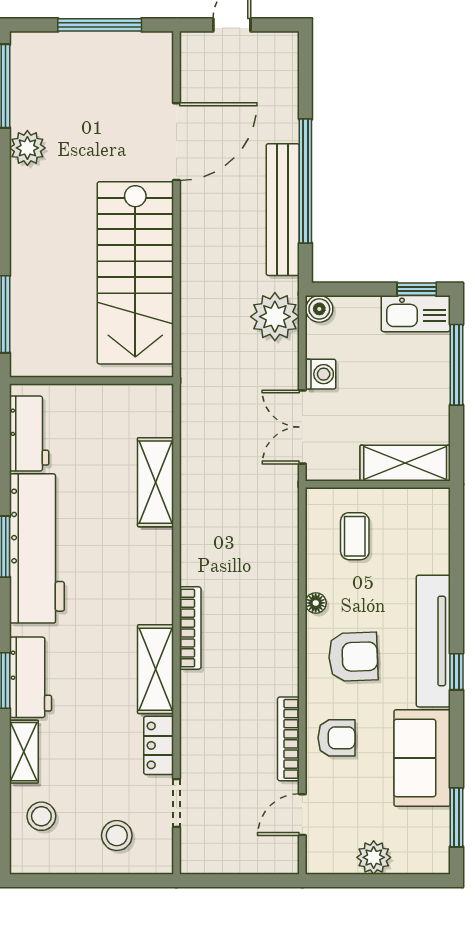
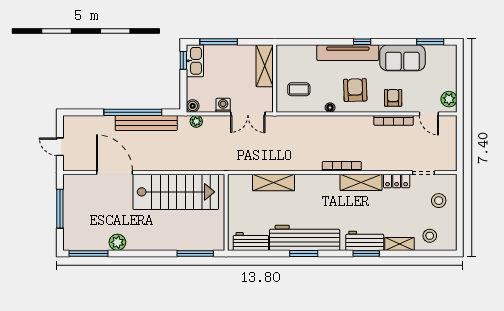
plant: (275, 317) -> (196, 121), width x0.53, depth x0.53
plant: (374, 857) -> (449, 99), moved

